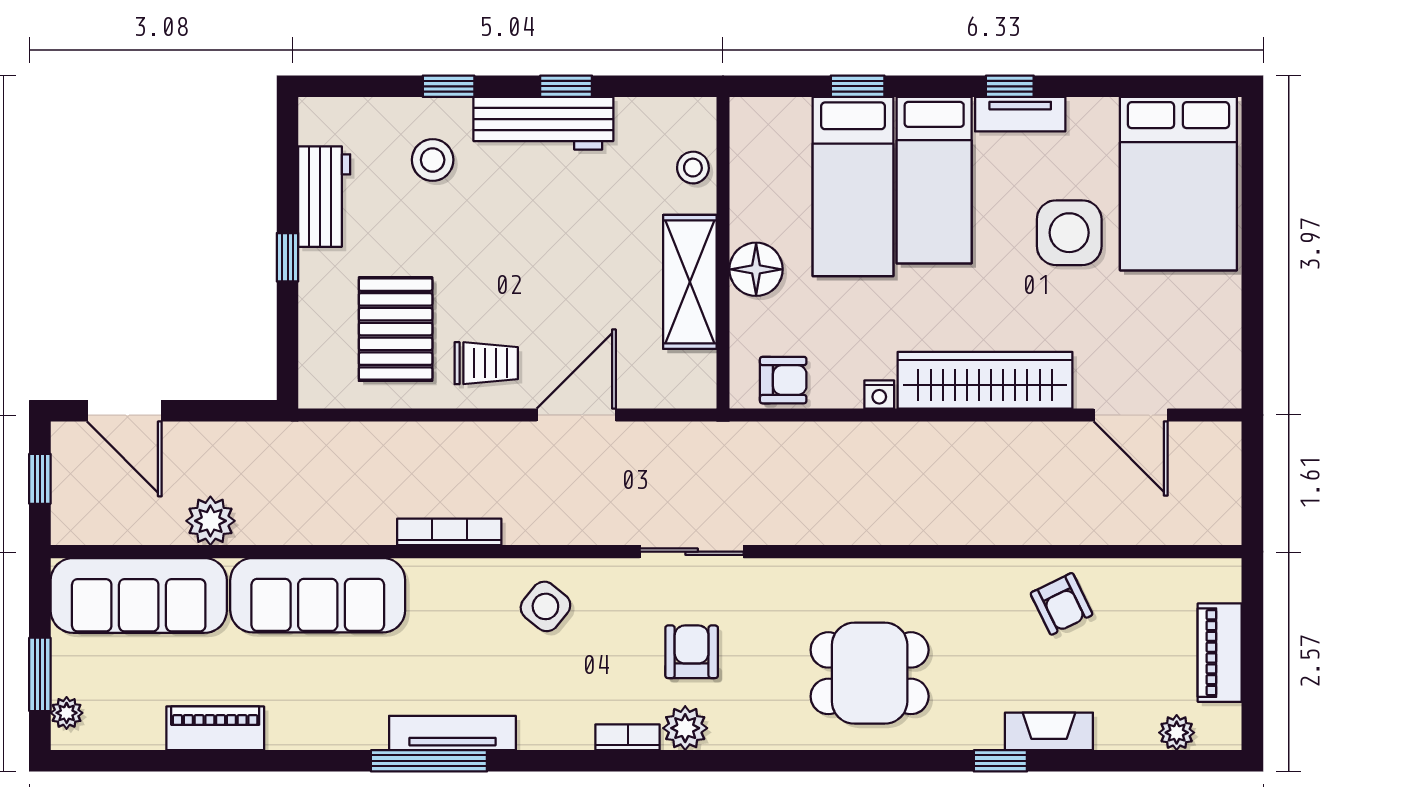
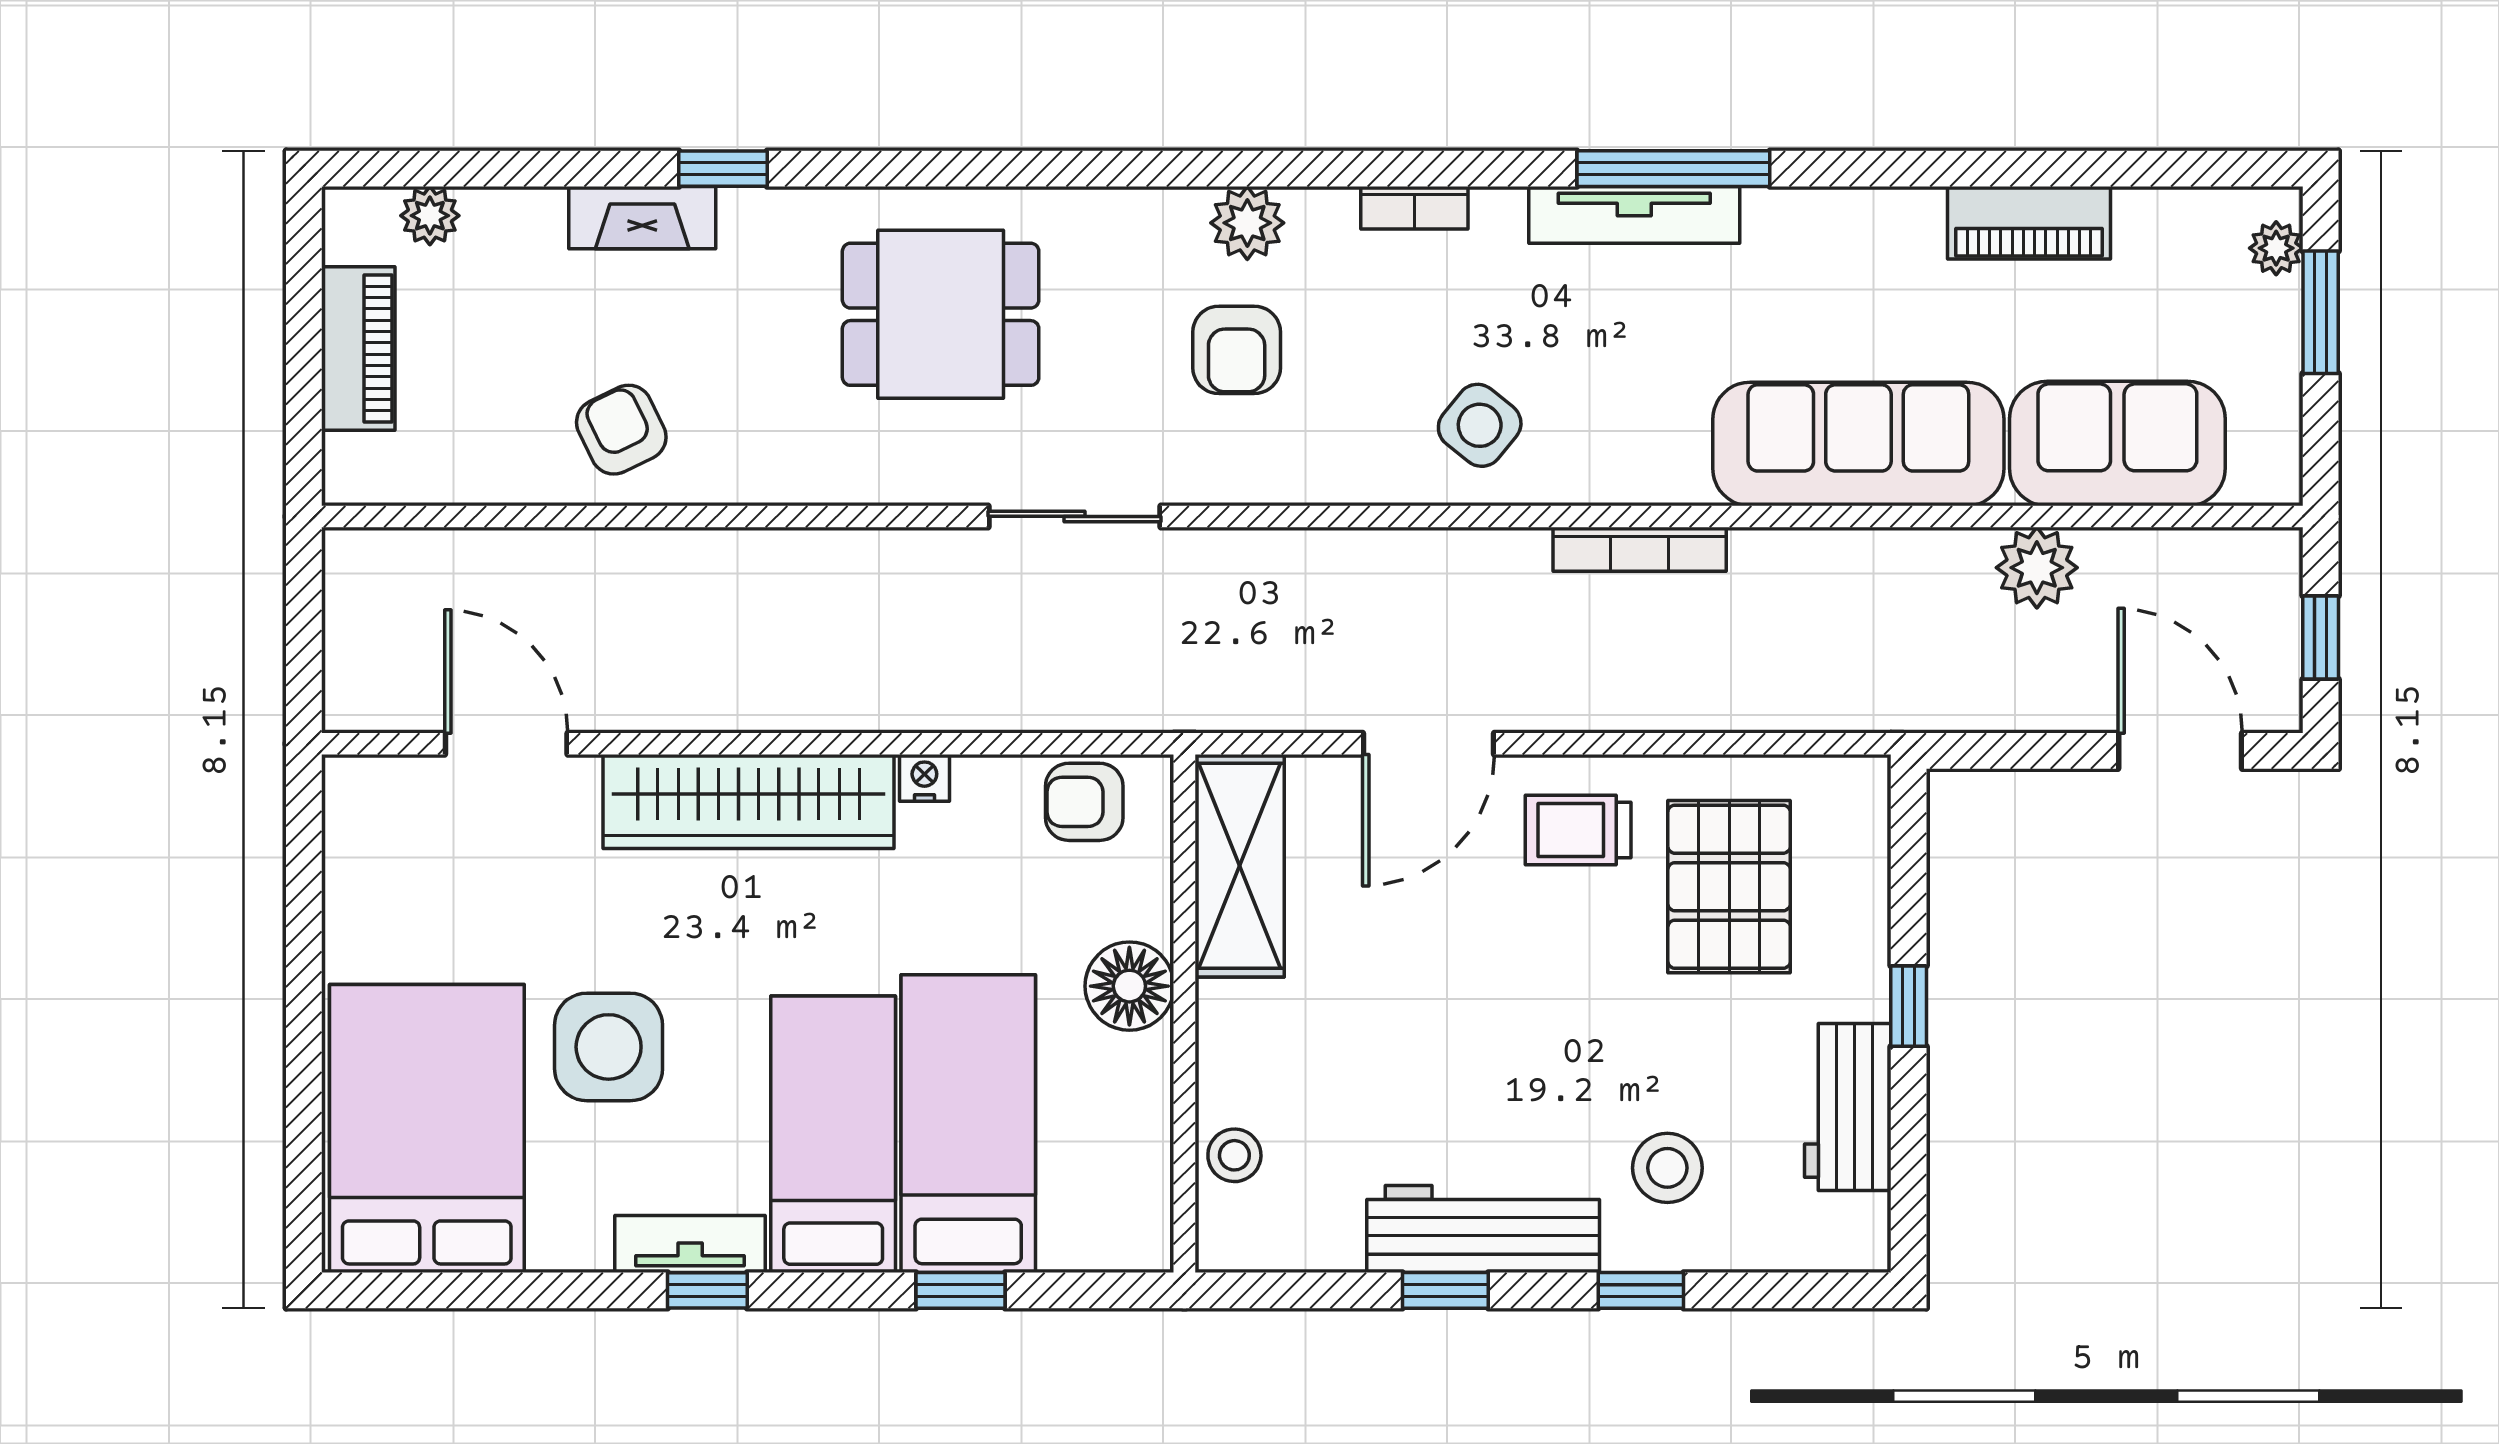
shelving: (690, 282) -> (1240, 866), moved
sliding door: (692, 552) -> (1074, 516), moved
sofa: (139, 595) -> (2117, 444), width x0.73
bookcase: (628, 737) -> (1414, 208), moved

